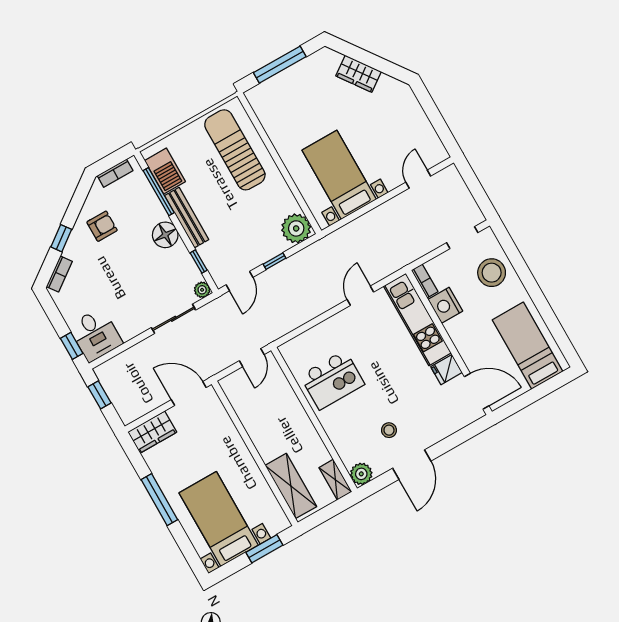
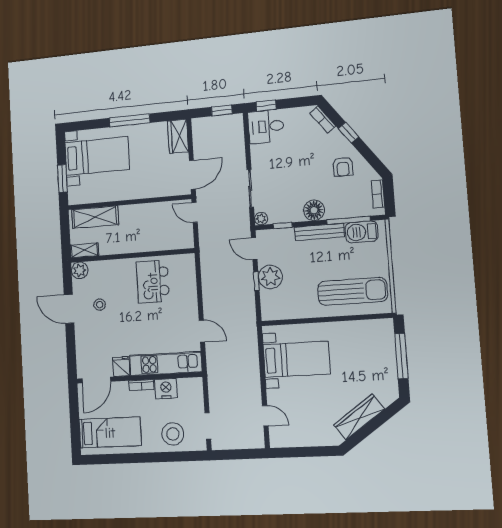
wardrobe: (359, 74) -> (359, 417), width x1.50
plant: (296, 228) -> (270, 277), moved
bookcase: (425, 281) -> (141, 385), moved
door: (252, 358) -> (195, 212), moved

